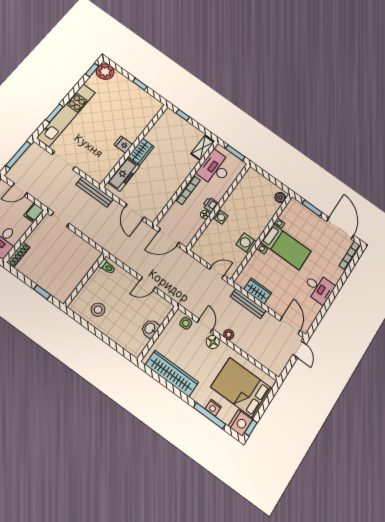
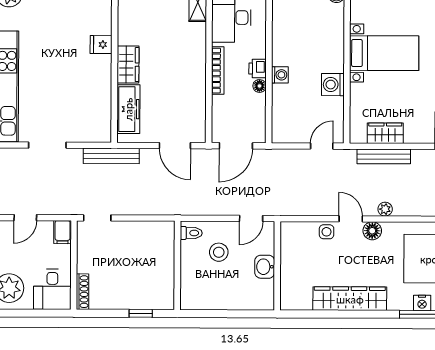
fridge: (123, 145) -> (101, 45), moved
stool: (98, 310) -> (219, 252), moved
washbasin: (150, 329) -> (265, 267), moved
wall: (158, 333) -> (277, 266), moved

